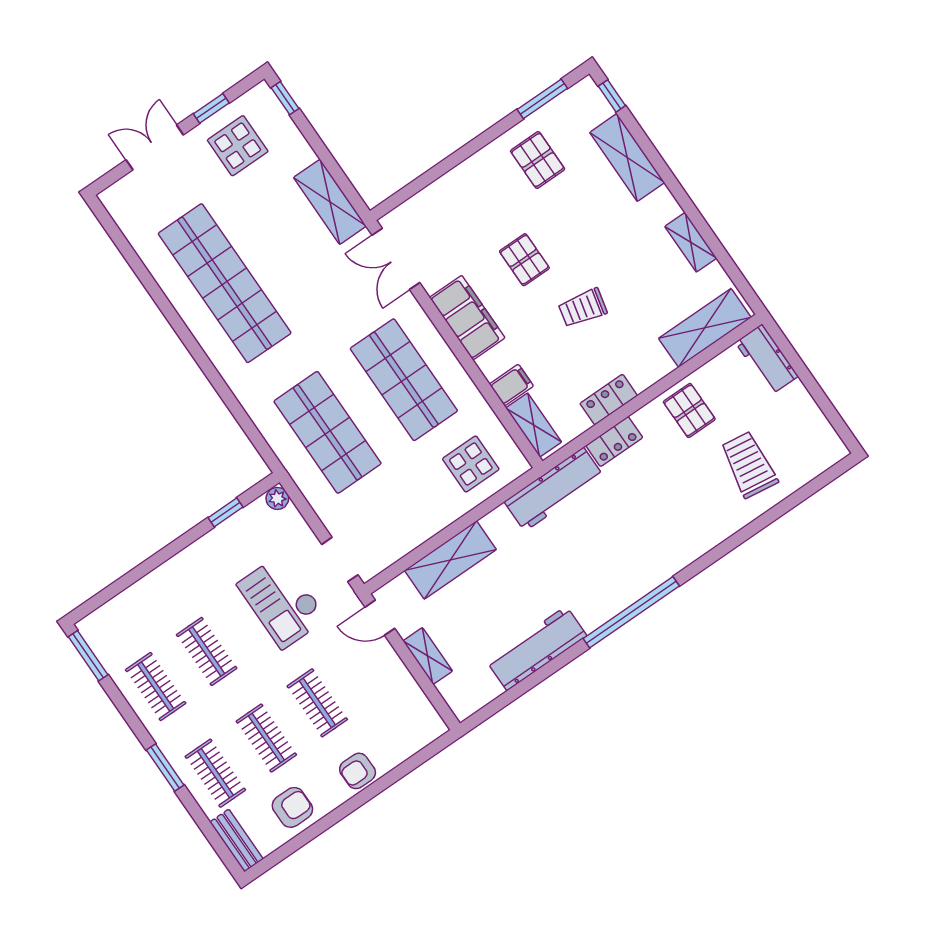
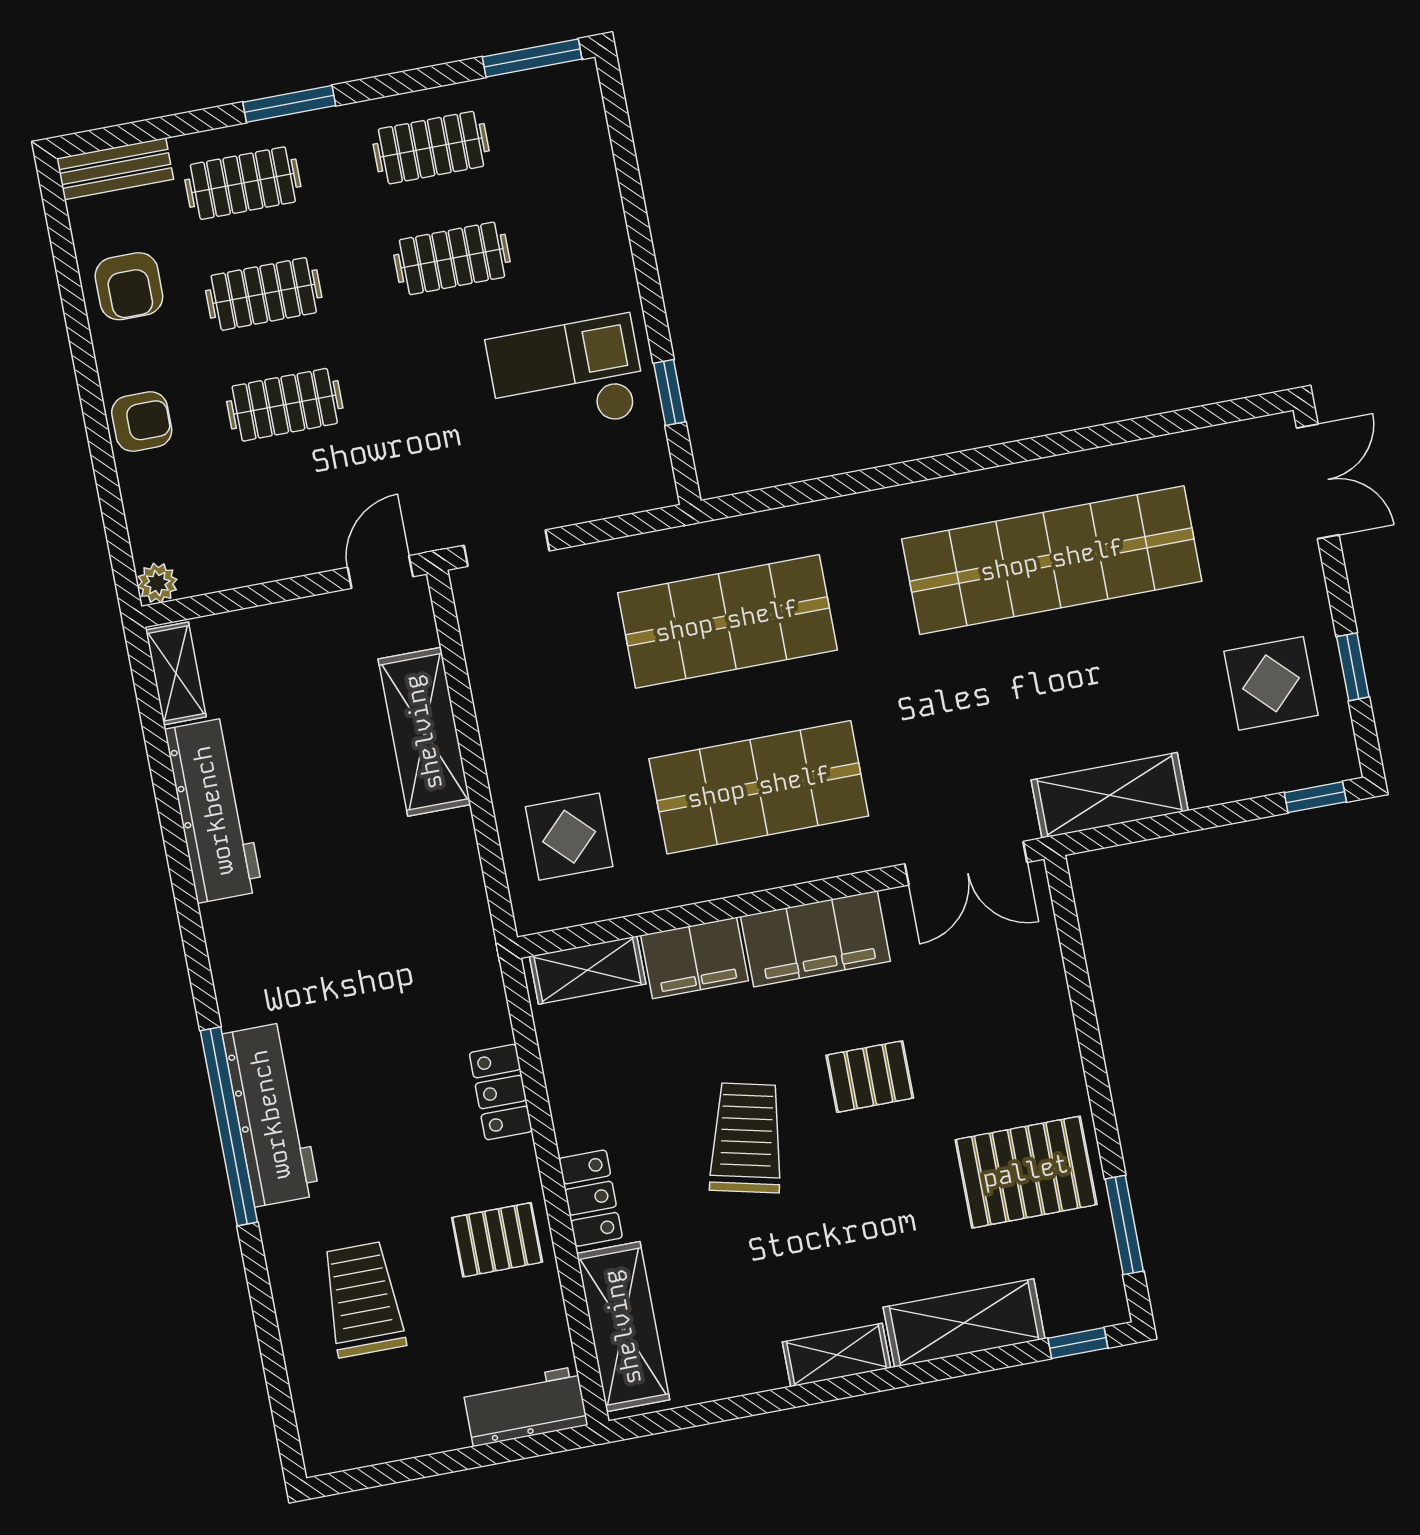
double door: (155, 147) -> (1318, 481), moved
pallet: (538, 160) -> (1026, 1172), width x1.50, depth x1.42
shelving: (691, 242) -> (836, 1355), moved
double door: (396, 259) -> (966, 863), swing flipped
trolley: (583, 308) -> (746, 1138), width x1.36, depth x1.39
filing cabinet: (511, 385) -> (695, 958), width x2.00
locker: (609, 400) -> (591, 1198), moved
trolley: (749, 465) -> (363, 1299), turned -98
workbench: (554, 489) -> (271, 1114), moved, turned 180
plant: (277, 498) -> (157, 583), moved
checkout: (282, 601) -> (567, 377), moved
window: (631, 612) -> (229, 1126), moved
shelving: (428, 656) -> (176, 673), moved, turned 90
armchair: (358, 771) -> (142, 422), turned 90

